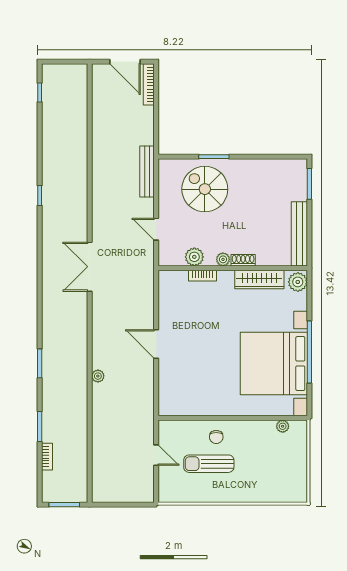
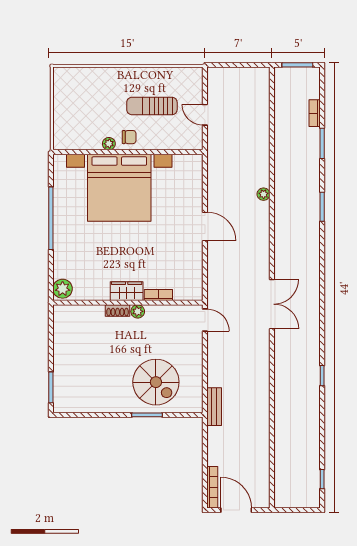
bench: (147, 172) -> (214, 407), width x0.73
door: (156, 229) -> (205, 320), moved
bench: (299, 234) -> (61, 337), removed
plant: (194, 257) -> (167, 314), removed
wardrobe: (259, 280) -> (127, 291), moved, width x0.67
bed with nightstands: (274, 364) -> (119, 188), moved, turned 90
plant: (283, 426) -> (109, 144), moved
chair: (216, 437) -> (129, 137), moved, turned 90
sun lounger: (209, 464) -> (152, 106), turned 180

